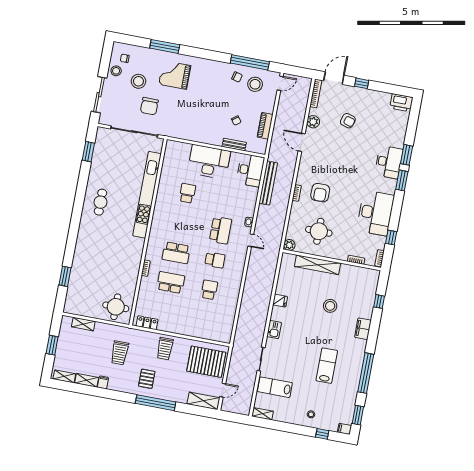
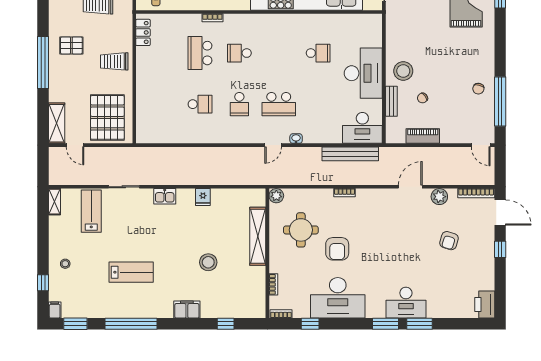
stool: (255, 84) -> (403, 71), moved
armchair: (320, 193) -> (337, 249), moved, turned -90
school desk: (176, 253) -> (239, 53), width x0.54
school desk: (171, 283) -> (200, 53), turned 180

